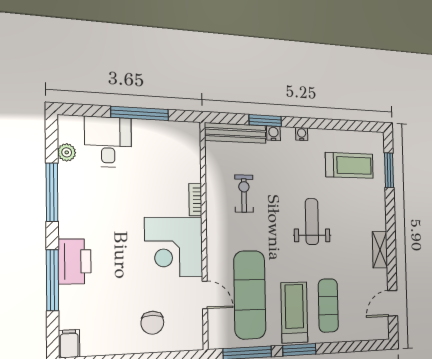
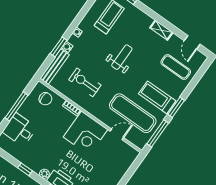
plant: (67, 152) -> (44, 174), moved
window: (52, 192) -> (25, 169), width x0.46
exercise bike: (244, 194) -> (85, 82), width x1.38, depth x1.39
weight bench: (312, 222) -> (122, 57), turned 90
exercise mat: (328, 305) -> (176, 67), moved
chair: (152, 323) -> (45, 99), moved

